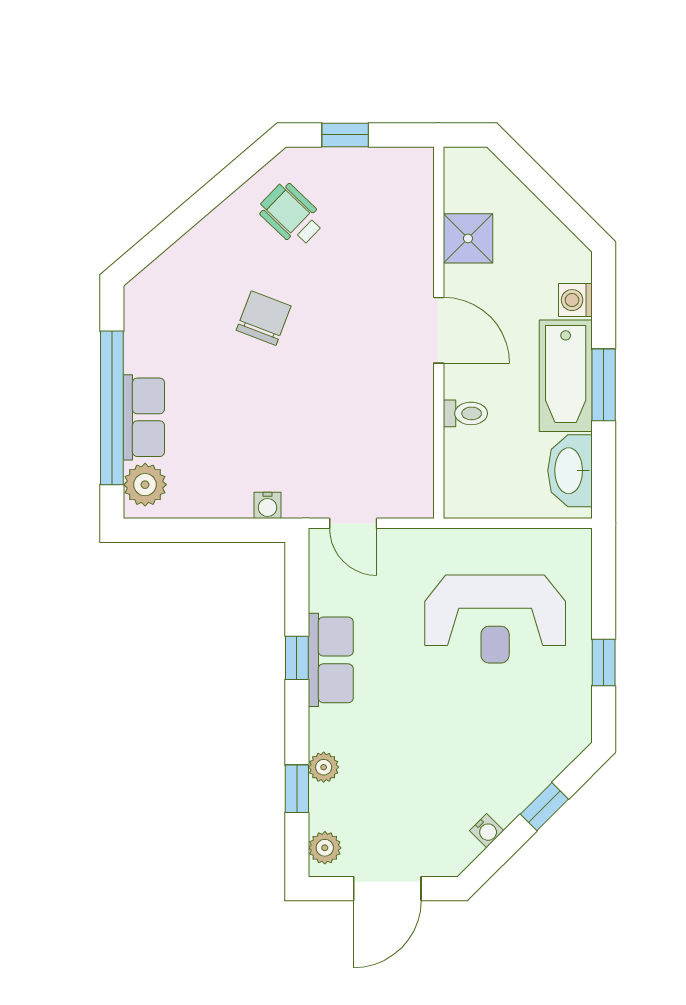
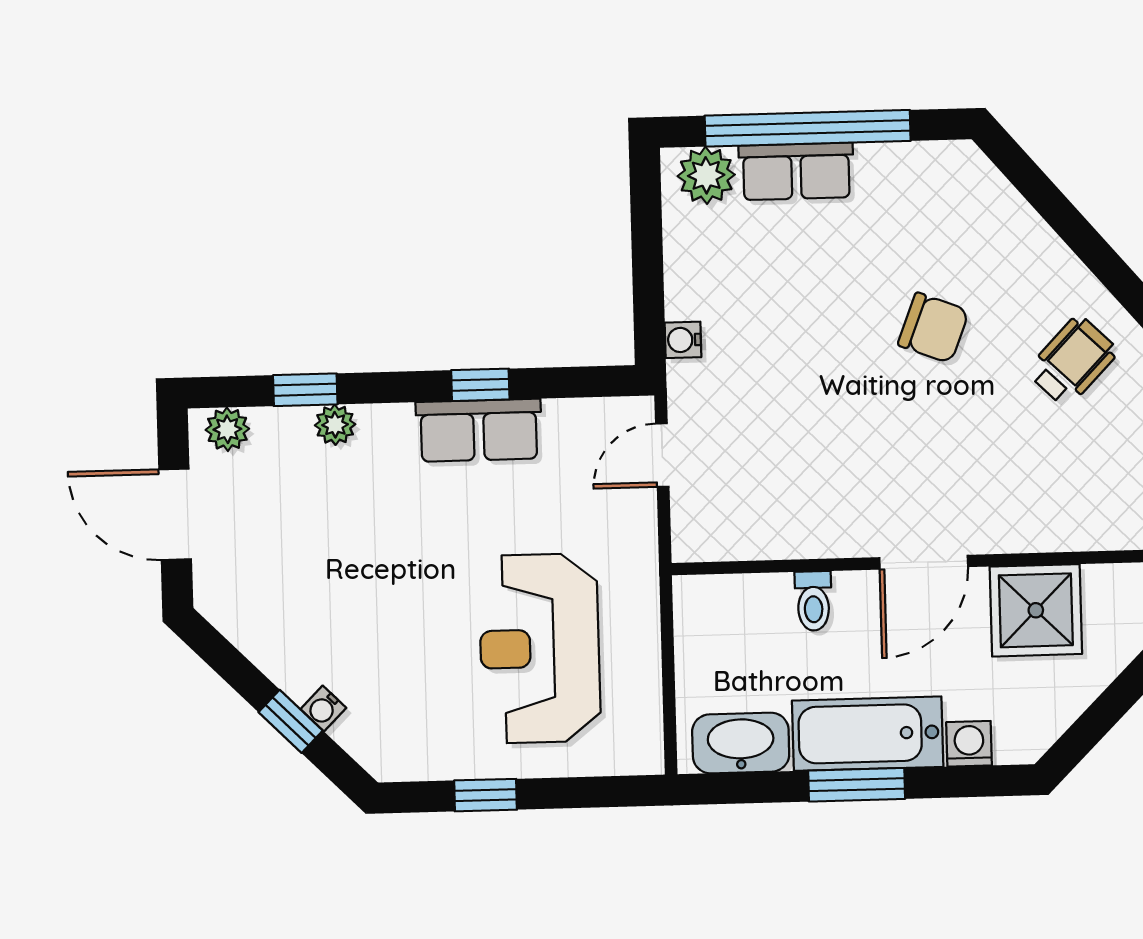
shower: (468, 238) -> (1036, 610), width x1.36, depth x1.36
water cooler: (487, 831) -> (323, 709), moved

